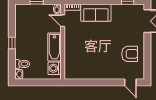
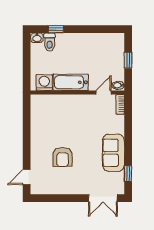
sofa: (96, 13) -> (113, 153), moved
window: (12, 43) -> (56, 29), moved
armchair: (130, 54) -> (63, 157), moved

